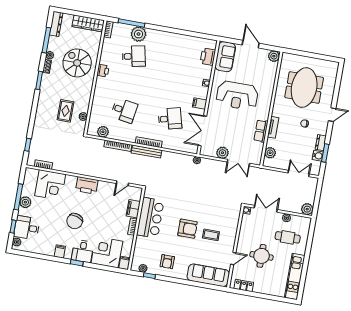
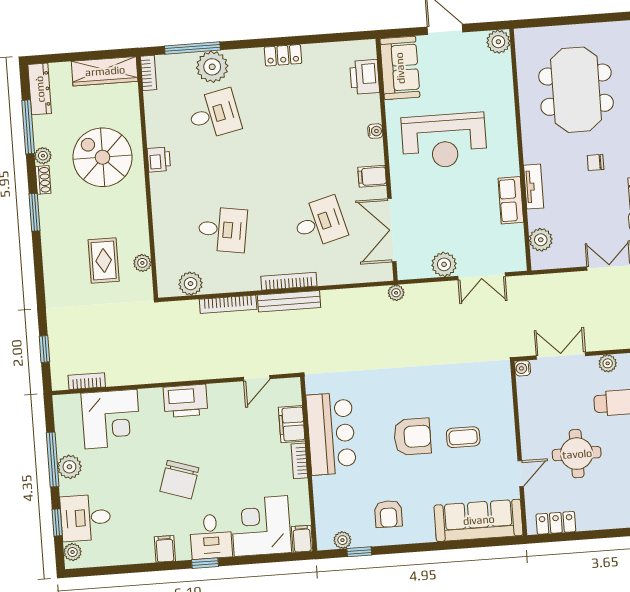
locker: (173, 37) -> (283, 55), added

